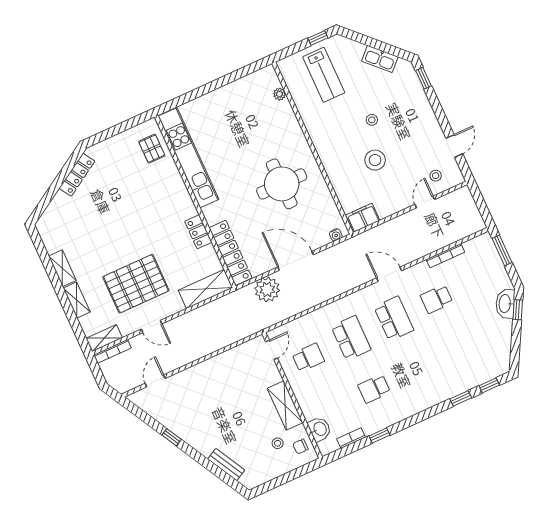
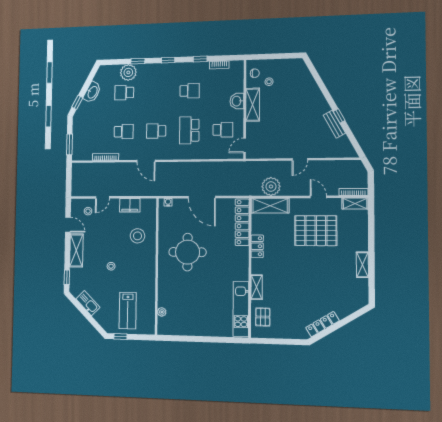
lab bench: (324, 75) -> (128, 311), turned 180
shelving: (427, 118) -> (76, 250), added
door: (454, 146) -> (68, 225), swing flipped
kitchen unit: (188, 158) -> (241, 309), width x0.73
stool: (375, 160) -> (137, 236), moved
filing cabinet: (363, 218) -> (130, 205), moved
plant: (267, 289) -> (271, 187), moved
shelving: (77, 300) -> (257, 287), moved
washbasin: (505, 304) -> (92, 92), moved
school desk: (394, 319) -> (156, 131), width x0.54
school desk: (460, 350) -> (124, 93), added
school desk: (308, 358) -> (223, 130), turned 180
plant: (467, 378) -> (128, 72), added
door: (155, 381) -> (300, 159), moved
window: (489, 385) -> (168, 60), moved
washbasin: (320, 429) -> (237, 101), moved
bench: (226, 465) -> (334, 124), moved

